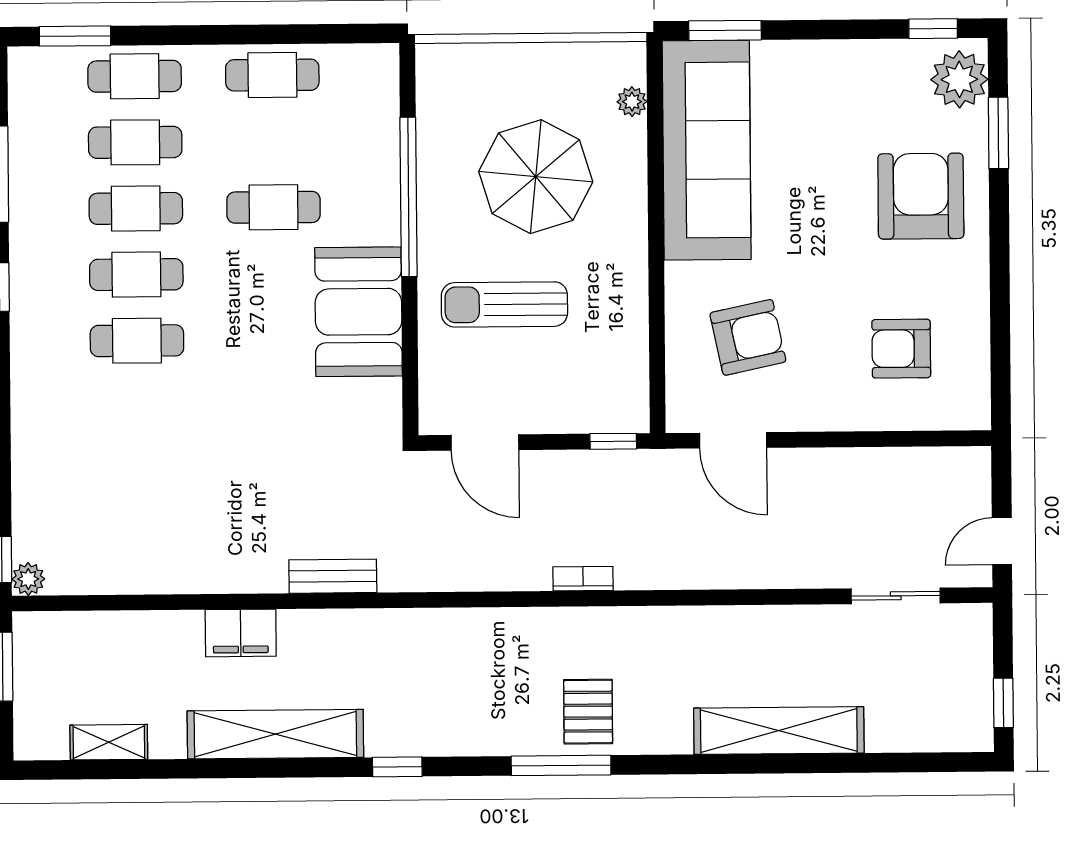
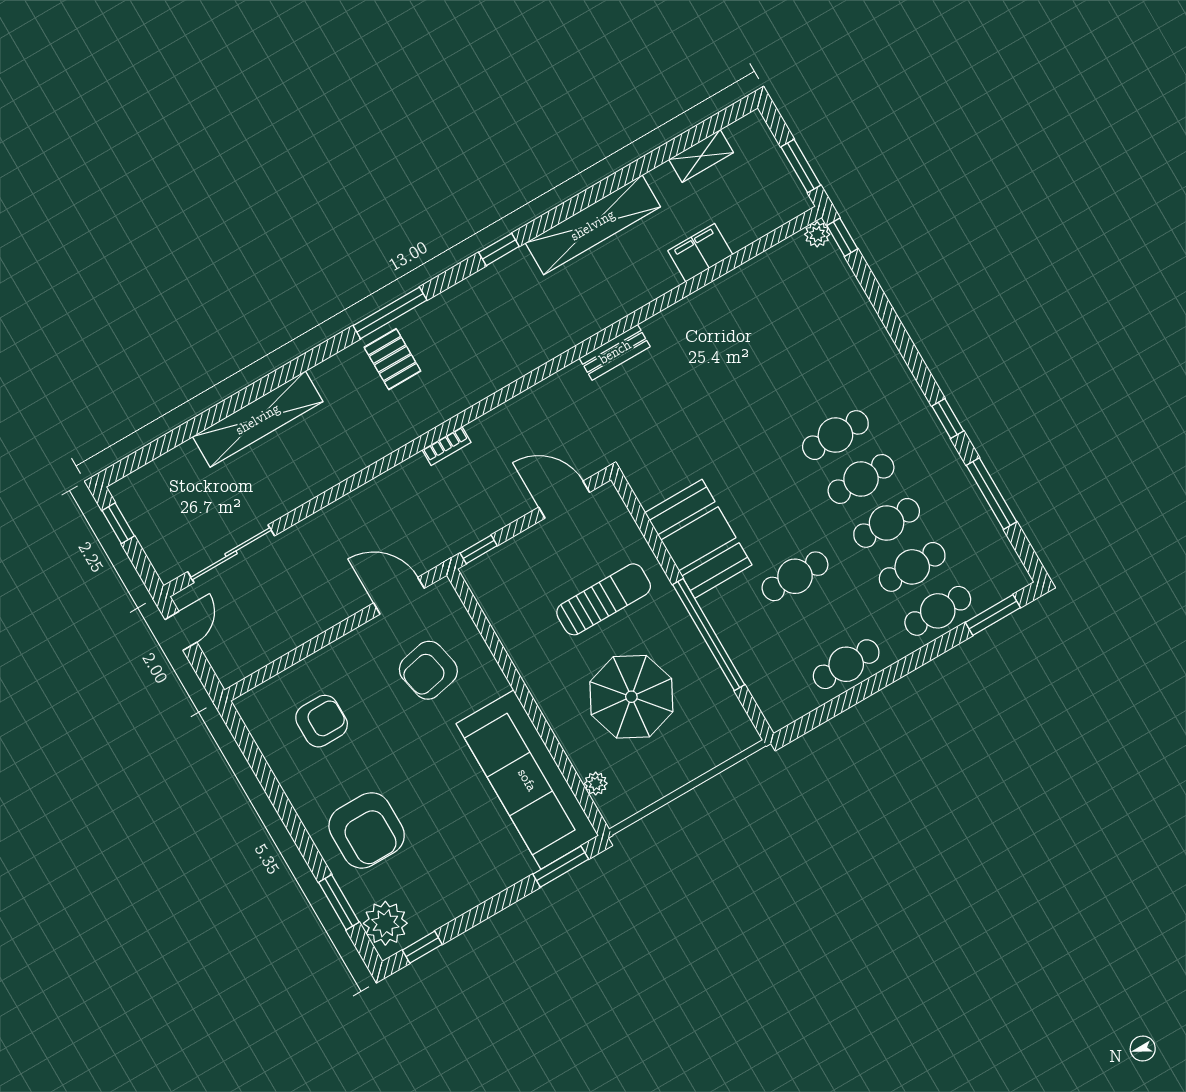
sliding door: (896, 596) -> (231, 554), width x1.37
filing cabinet: (241, 633) -> (700, 253), moved

